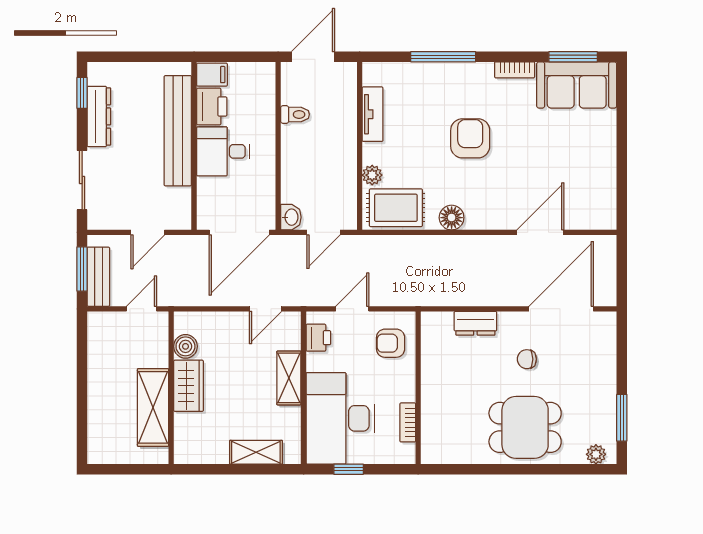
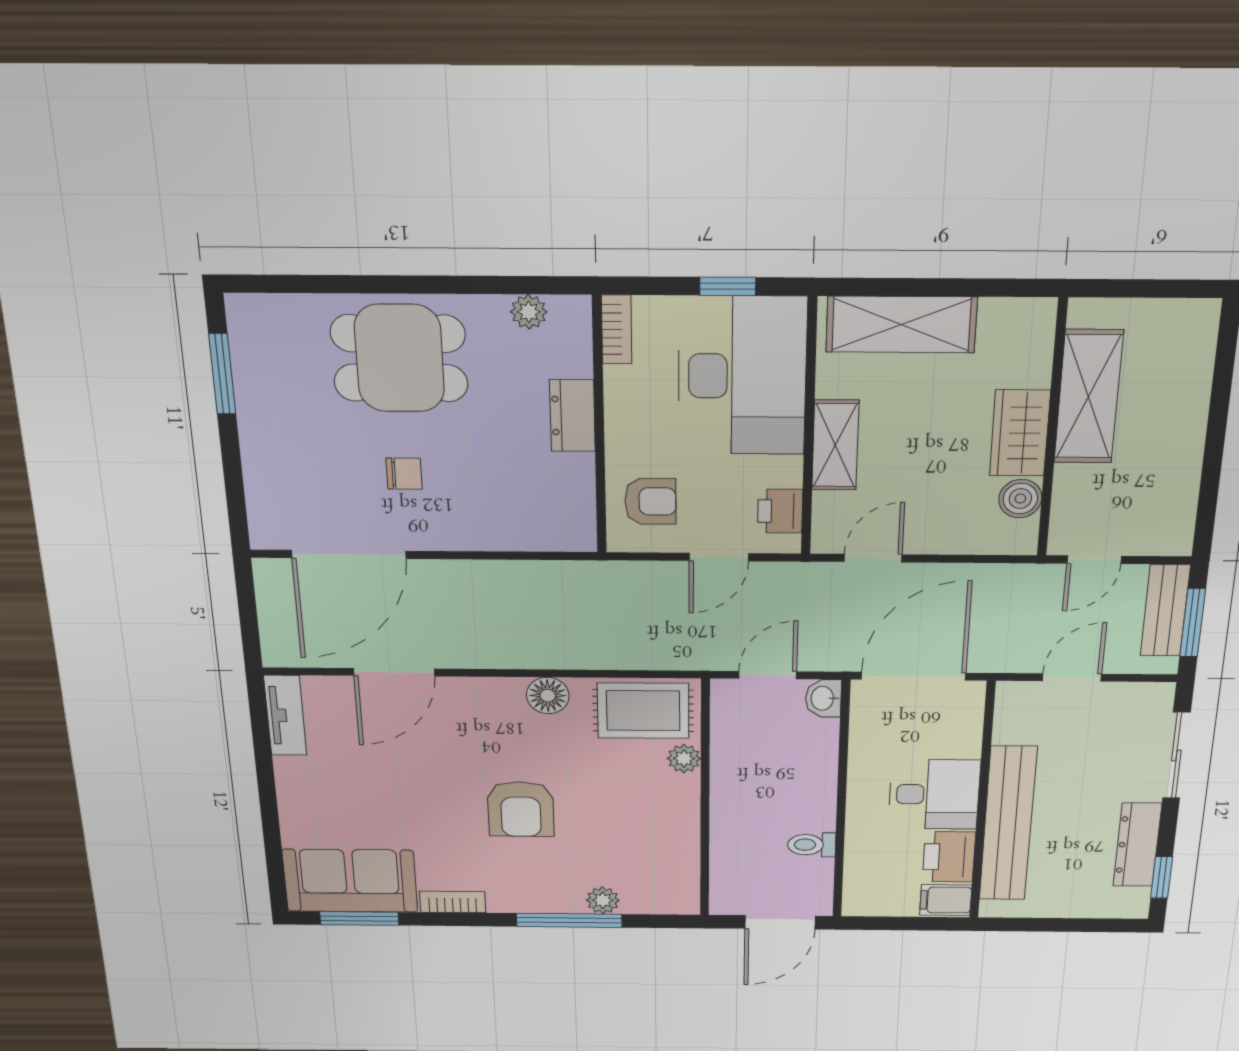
plant: (422, 72) -> (603, 900), added
tv unit: (373, 114) -> (285, 715), moved, turned 180
dresser: (475, 323) -> (572, 416), moved, turned -90
bookcase: (408, 422) -> (617, 330), moved
shelving: (256, 452) -> (901, 325), width x1.50, depth x1.33
plant: (596, 454) -> (529, 312), moved

